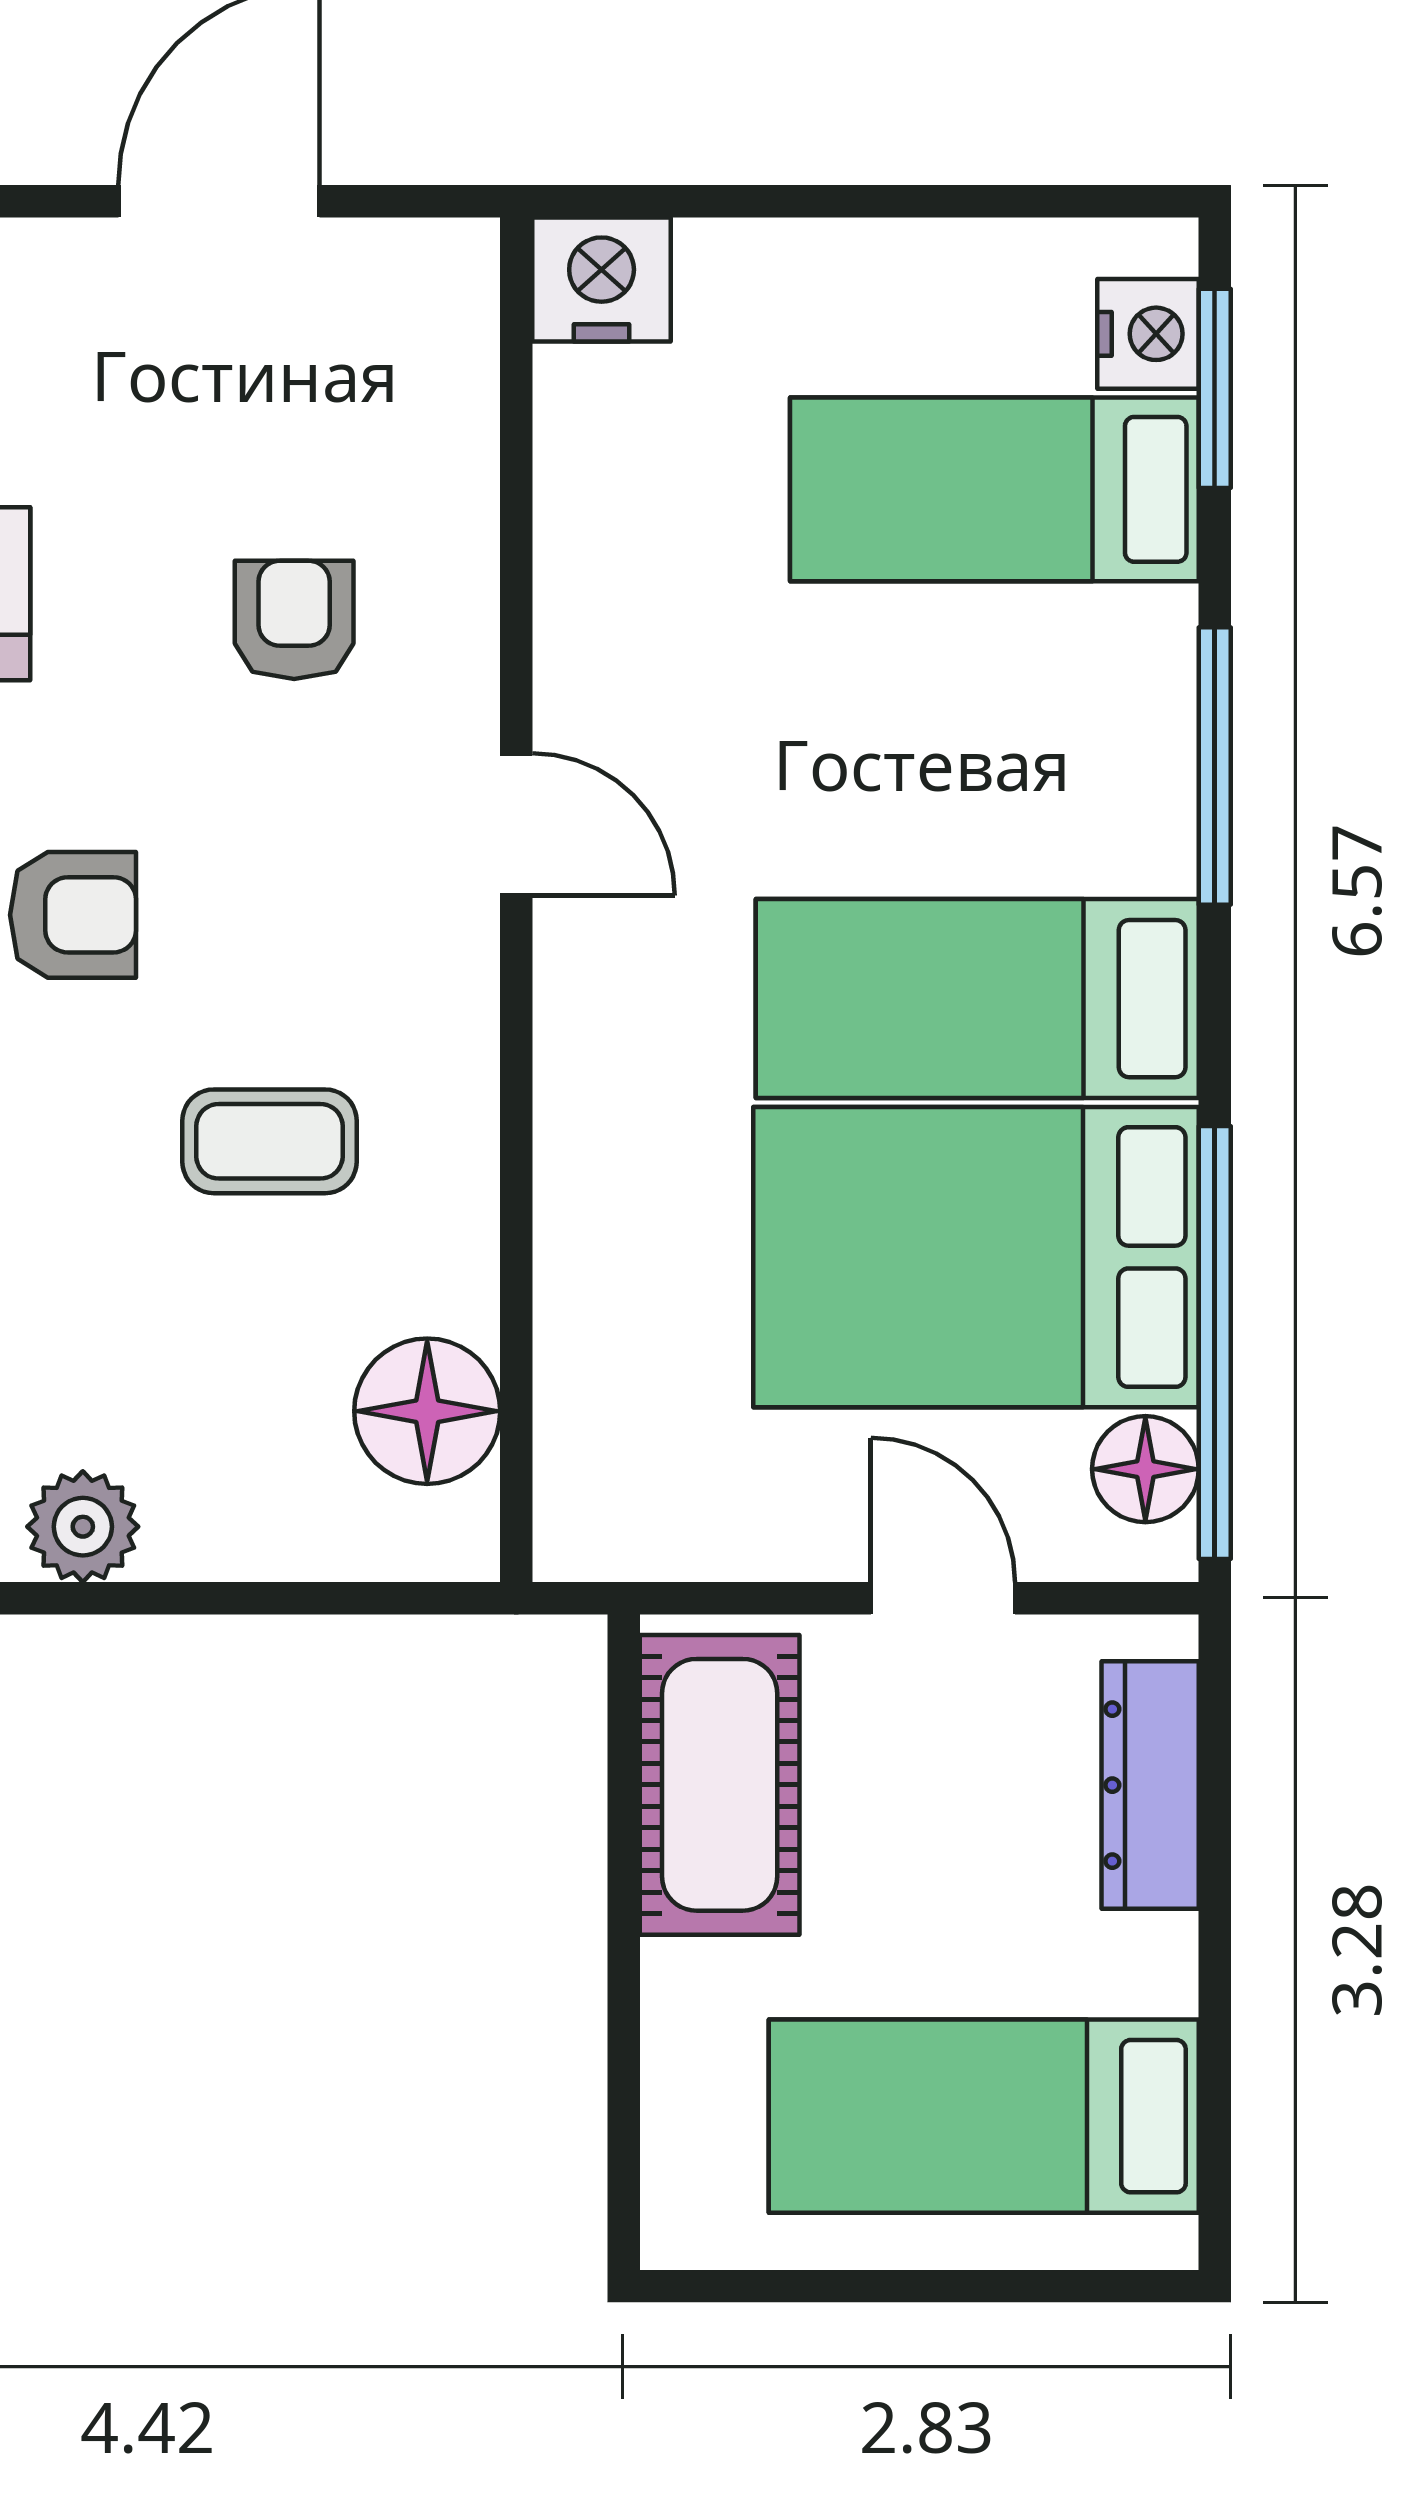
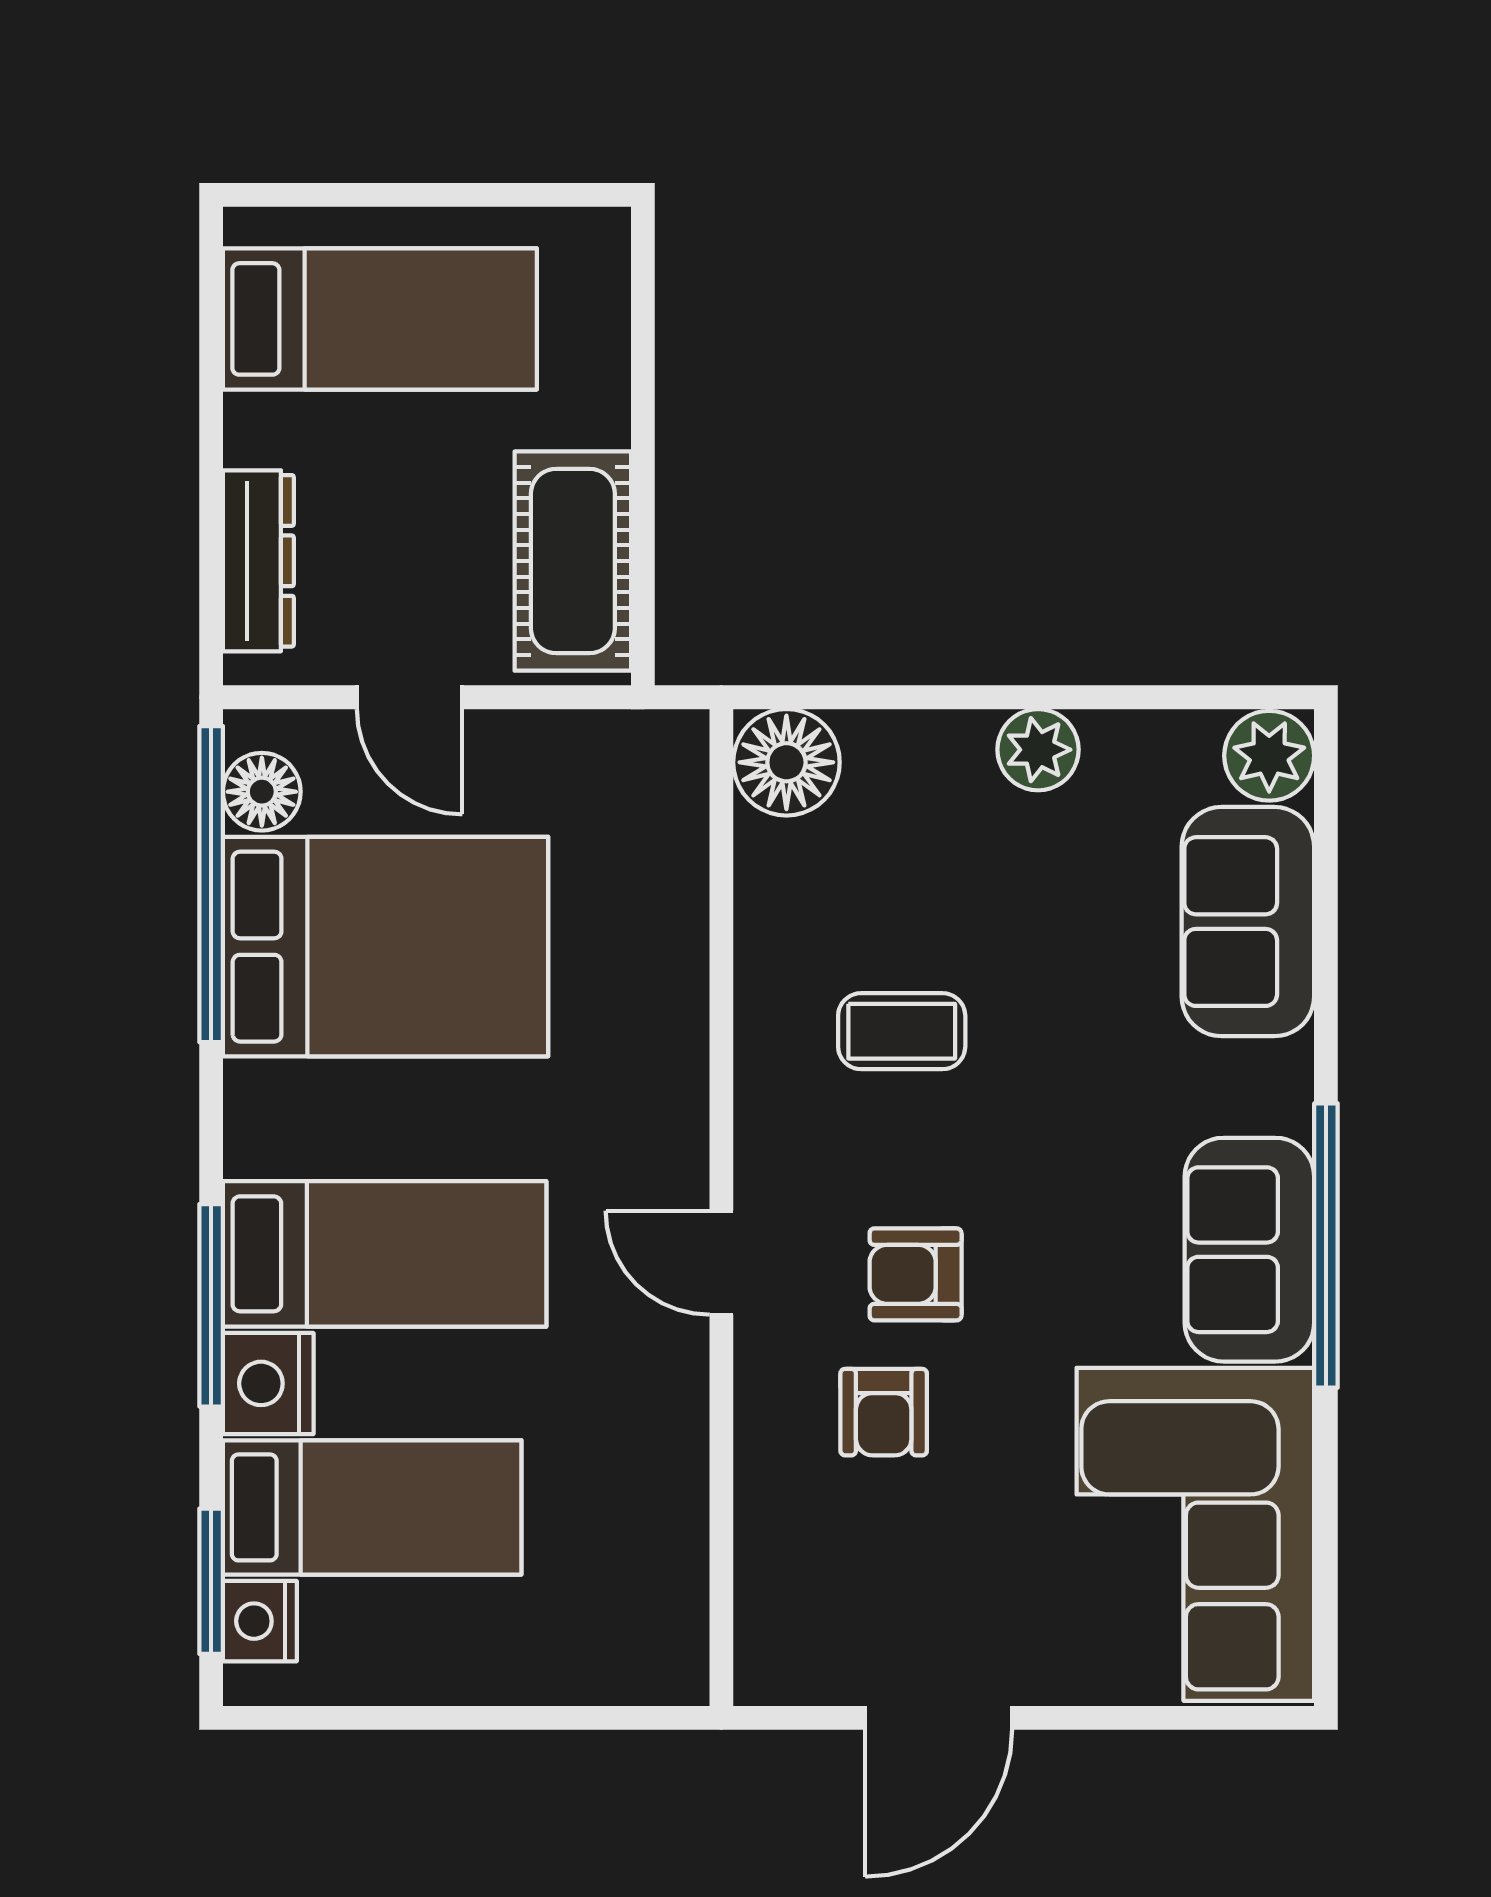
nightstand: (602, 280) -> (268, 1383), moved, turned 90
armchair: (73, 915) -> (916, 1274), moved
bed: (977, 999) -> (385, 1254), moved
floor lamp: (427, 1411) -> (786, 762), moved

